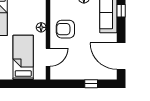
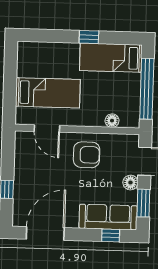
floor lamp: (41, 27) -> (112, 121), moved
armchair: (65, 29) -> (87, 155), turned 90

